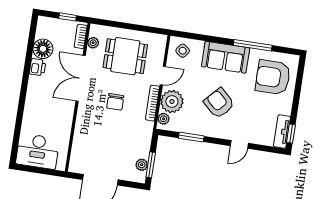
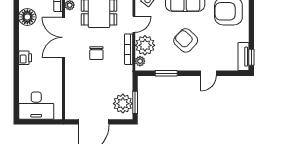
printer: (37, 67) -> (25, 58), moved
plant: (142, 165) -> (123, 104), width x1.88, depth x1.88

